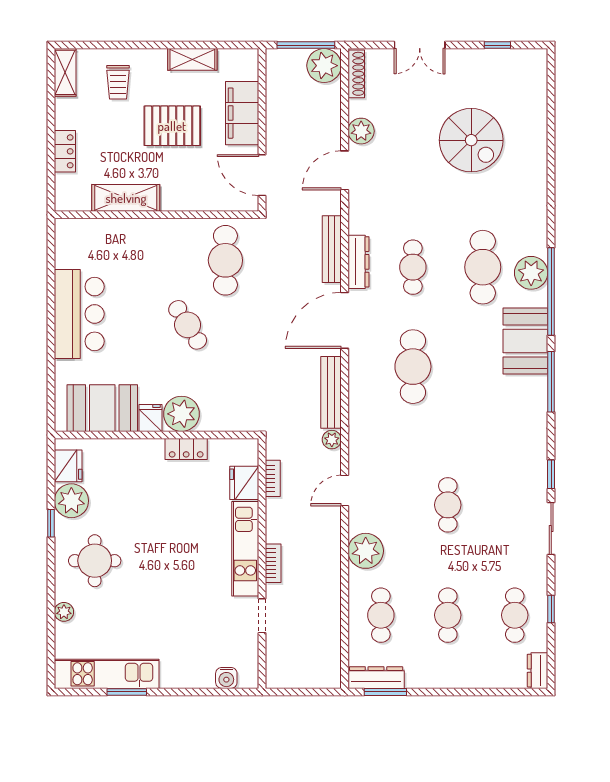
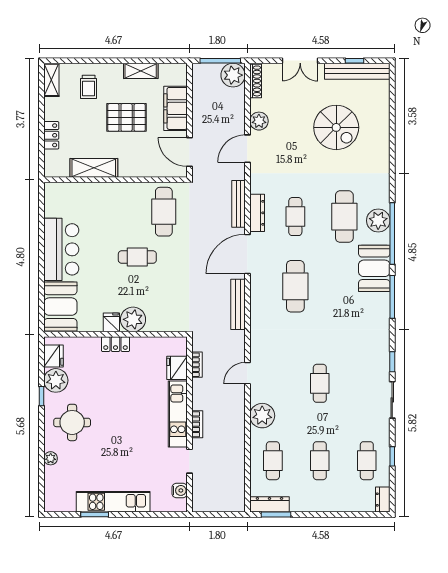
bench: (501, 60) -> (357, 71), added
cafe table: (188, 325) -> (137, 257), turned -58
booth: (102, 408) -> (60, 307), moved, turned 90
plant: (332, 440) -> (238, 338), removed
locker: (186, 449) -> (116, 344), moved
kitchen unit: (107, 674) -> (113, 502), moved
water cooler: (226, 678) -> (180, 490), moved, turned -90

